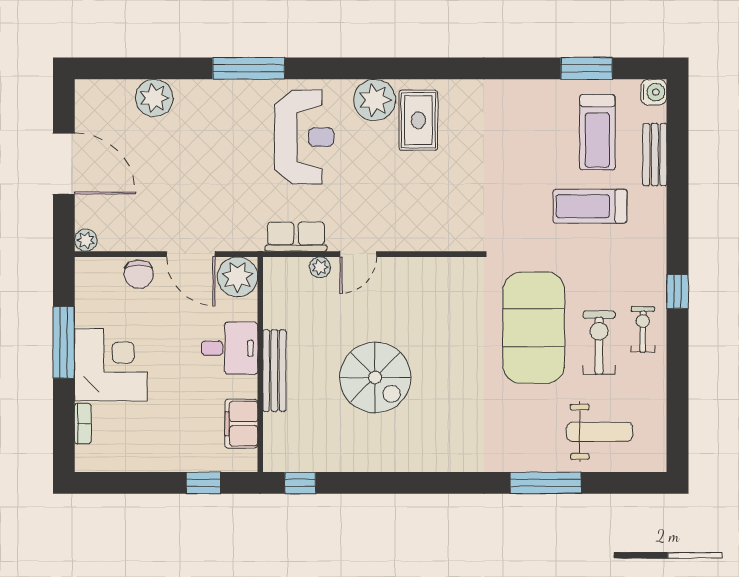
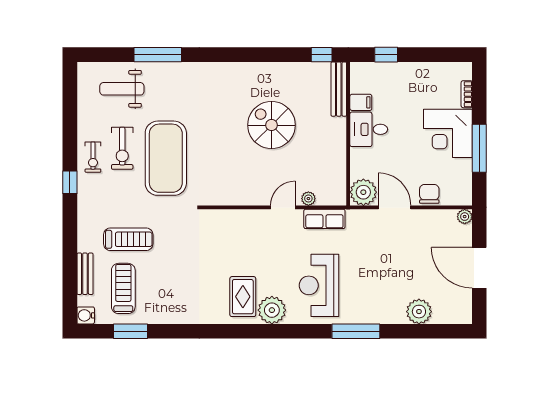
desk: (229, 348) -> (369, 129), moved
bench: (274, 371) -> (339, 89), moved
filing cabinet: (241, 424) -> (361, 102), width x0.50

